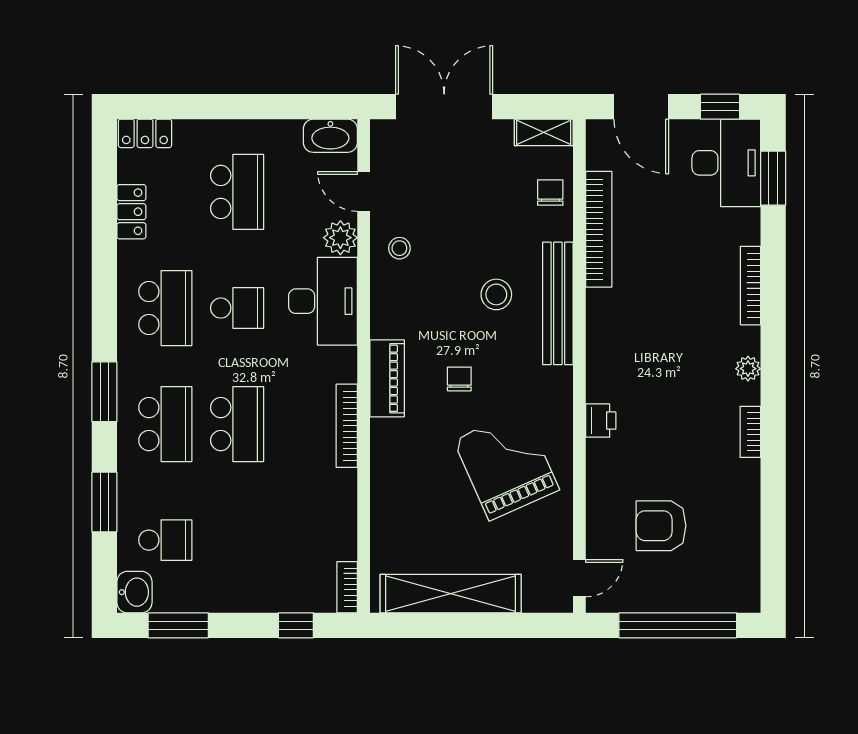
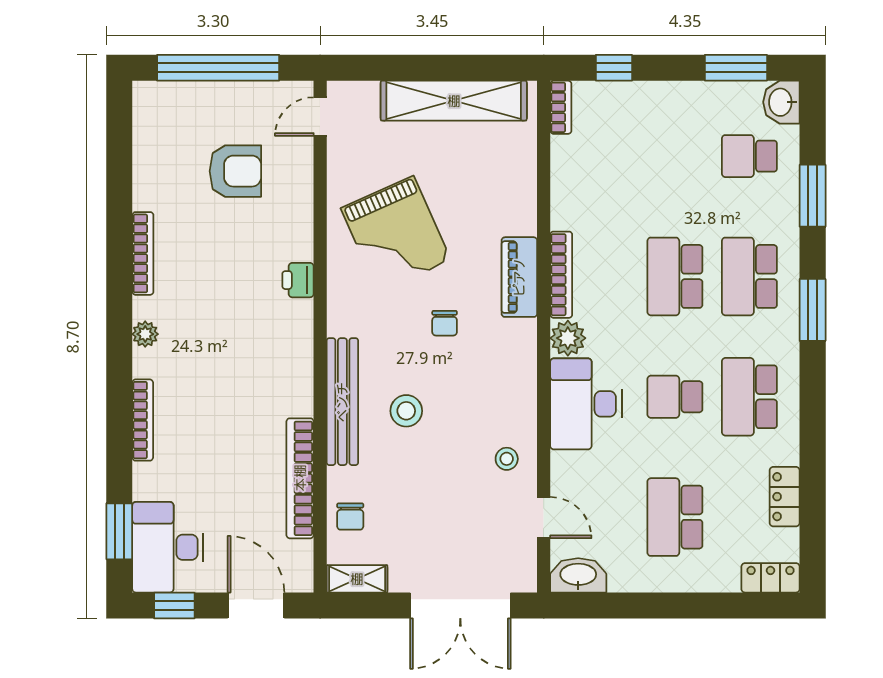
plant: (340, 238) -> (568, 338), moved
piano: (387, 378) -> (519, 277), moved
bookcase: (750, 432) -> (143, 253), width x1.56

